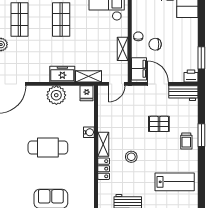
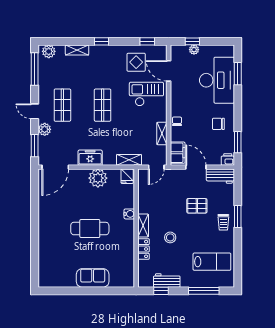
chair: (155, 44) -> (218, 124), moved
freezer: (62, 74) -> (90, 158), moved

